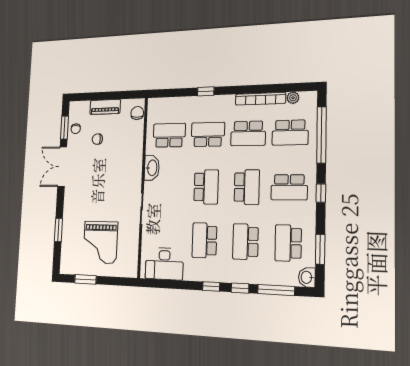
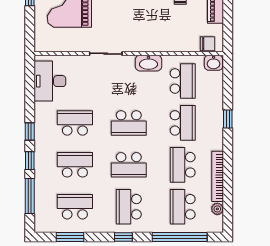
washbasin: (307, 277) -> (214, 63), moved, turned 180

